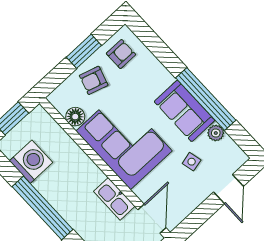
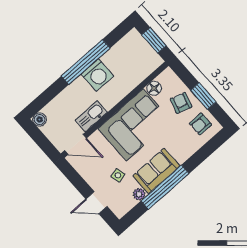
armchair: (121, 54) -> (200, 124), turned 90
washing machine: (31, 162) -> (97, 75), moved

